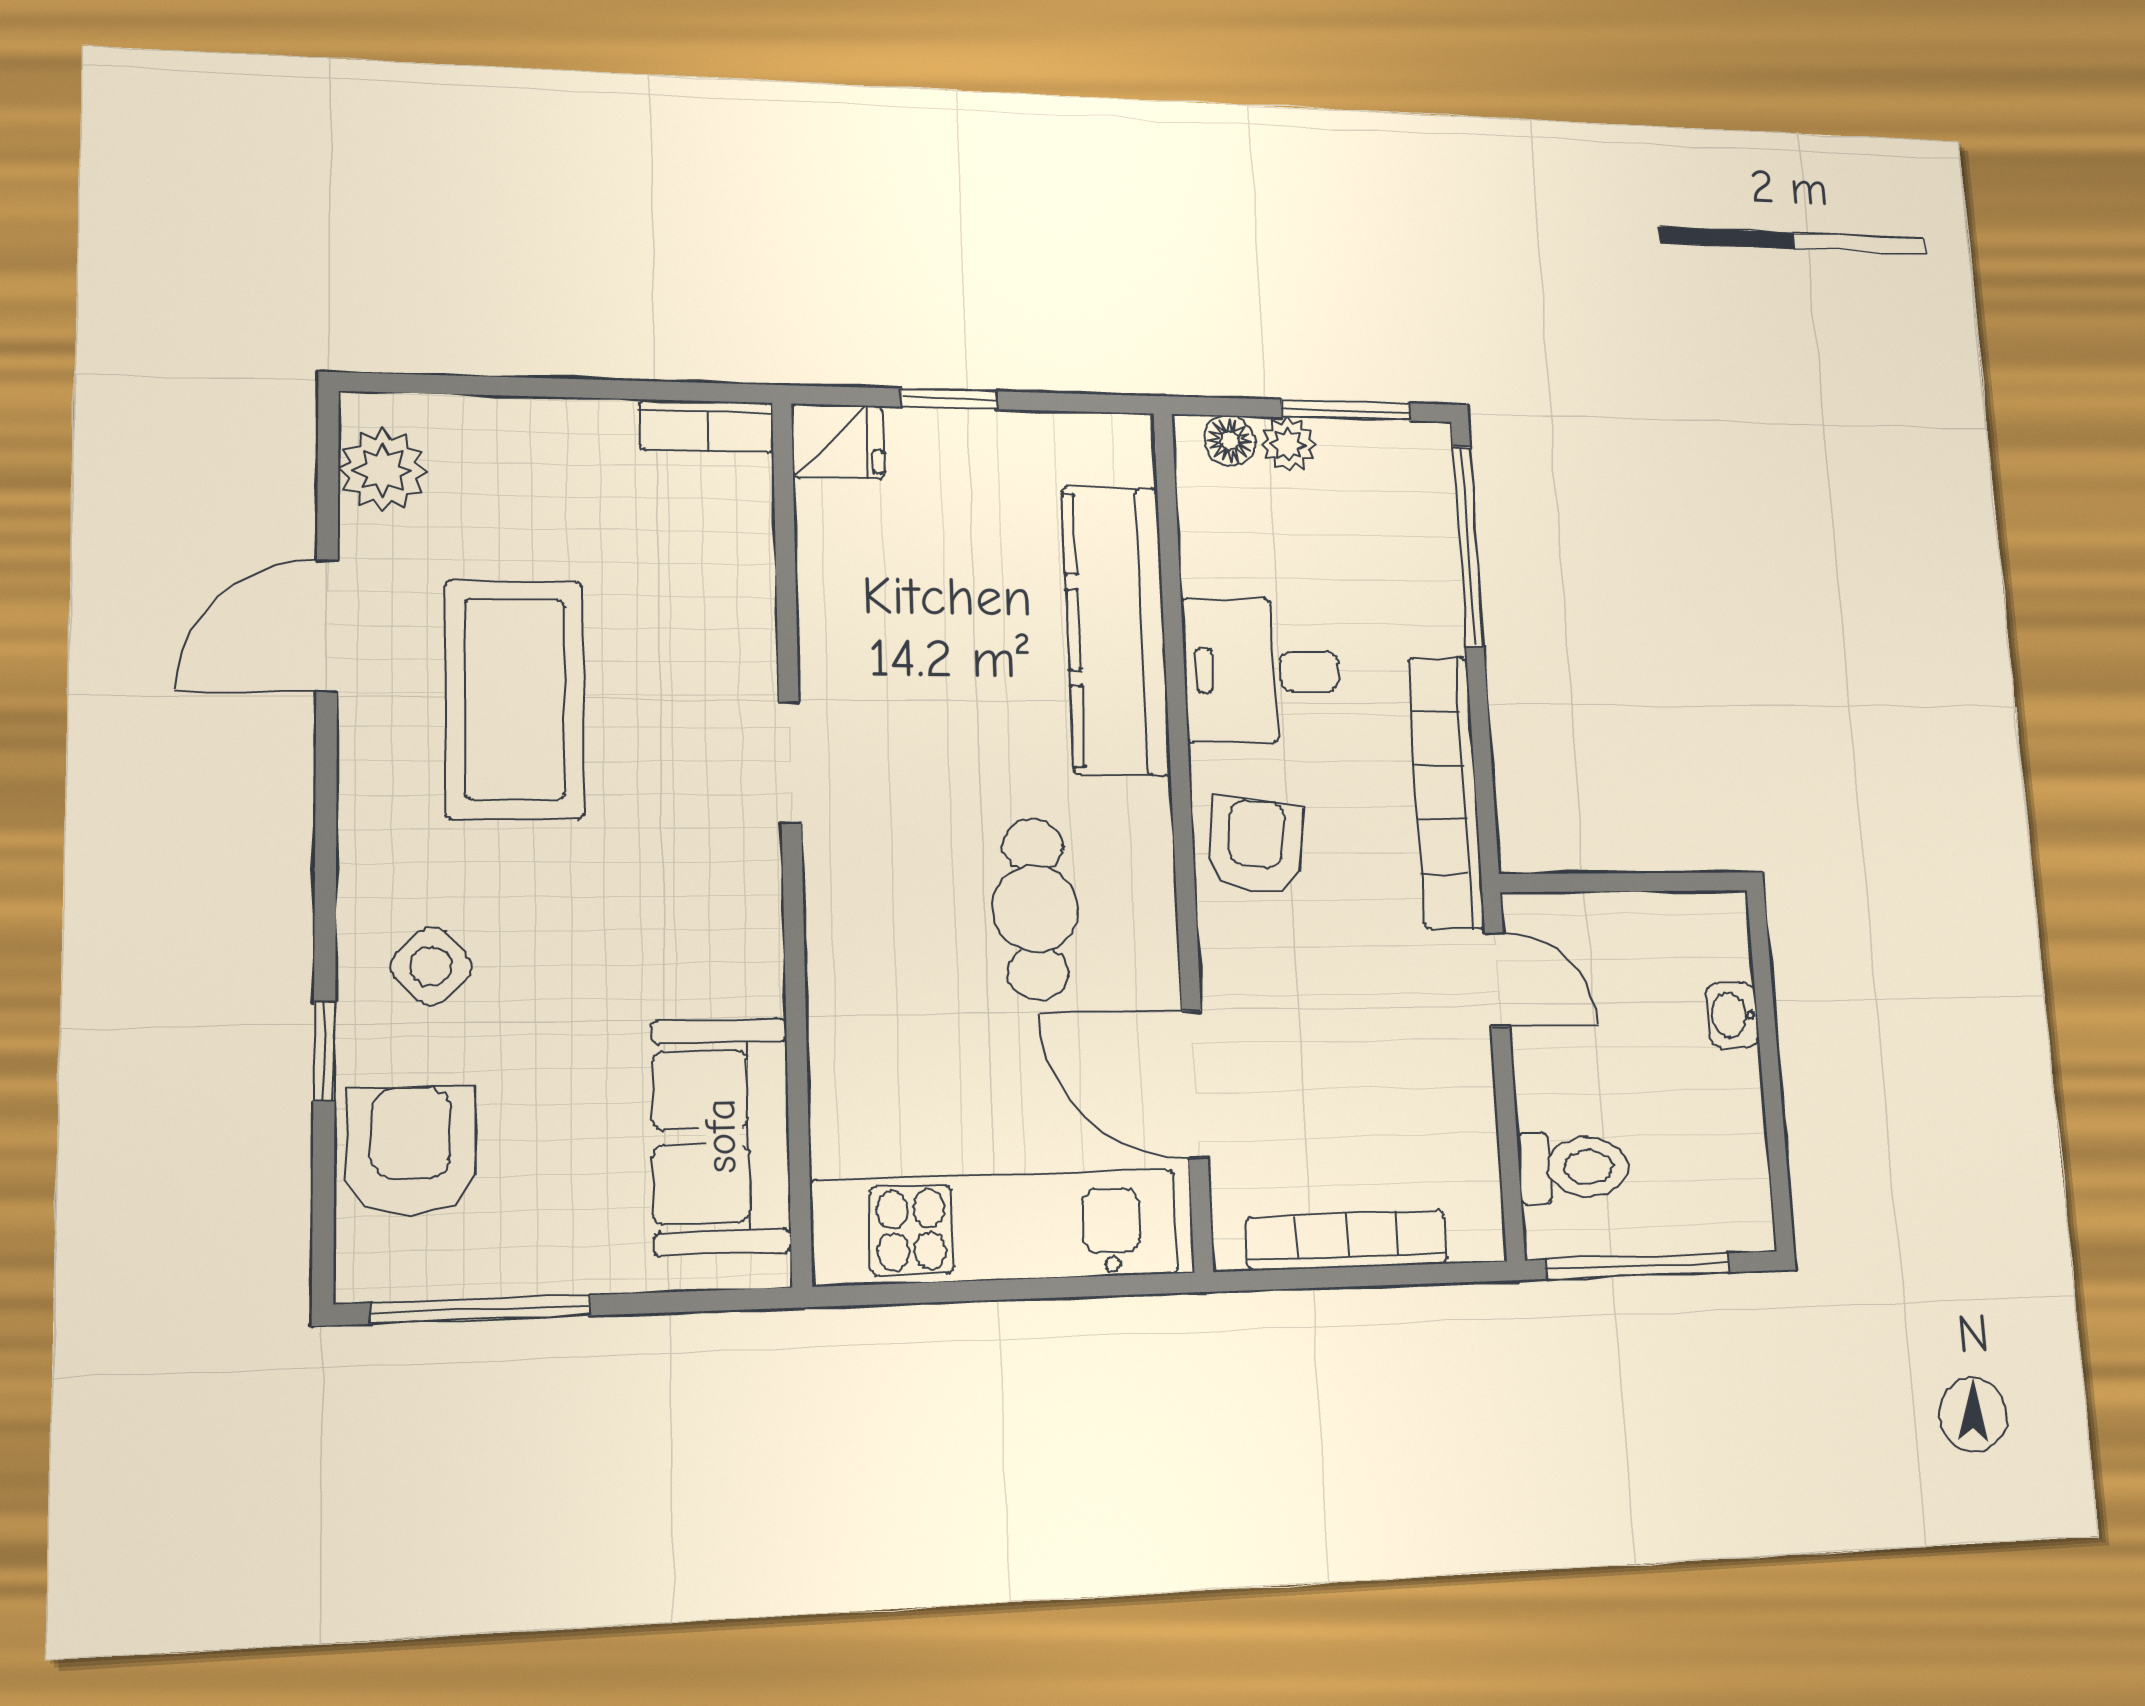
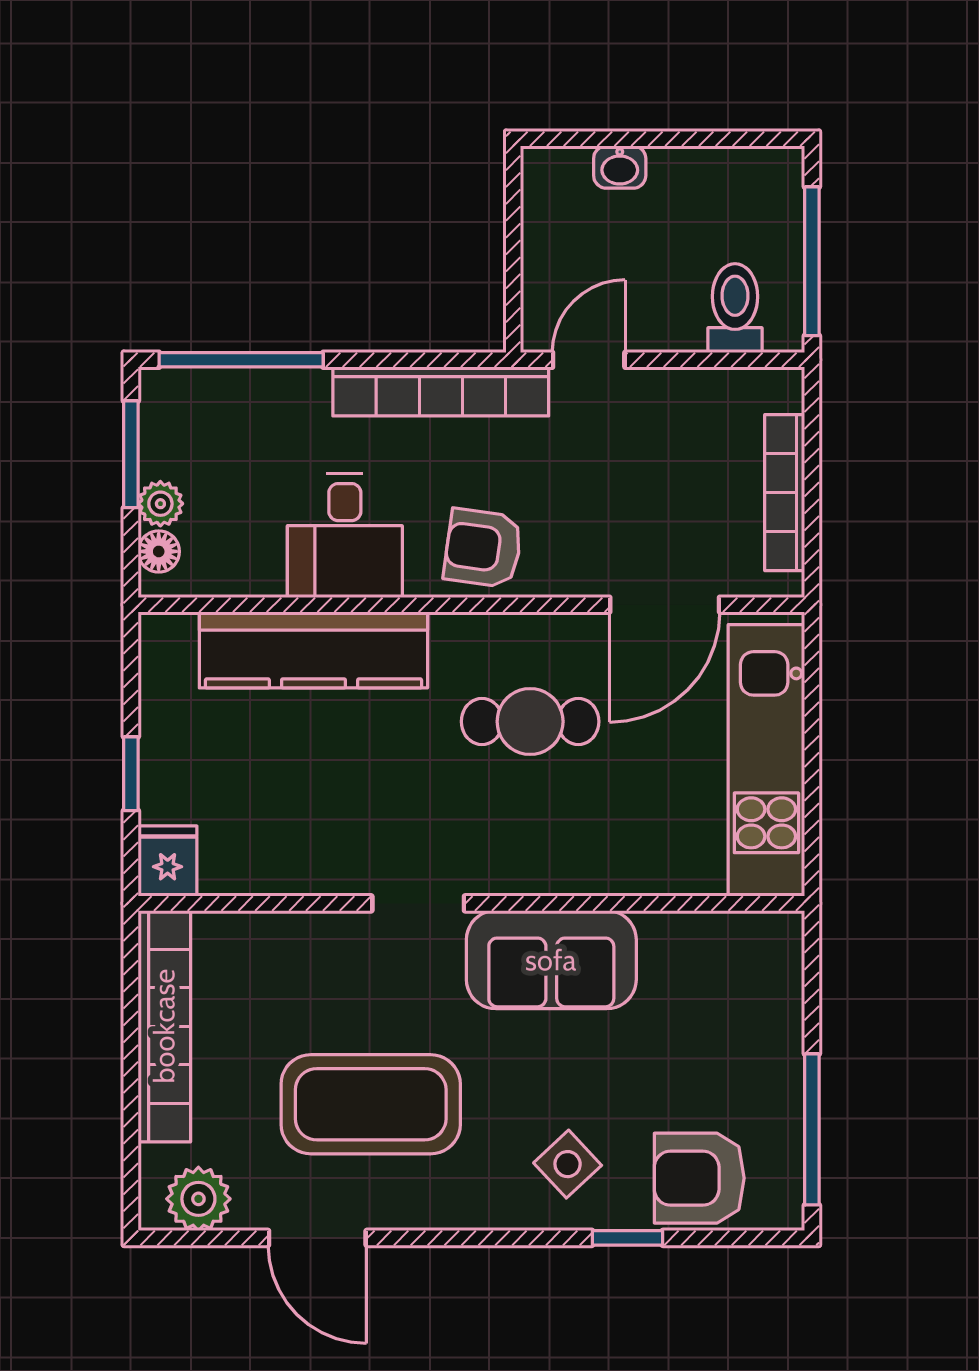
bookcase: (707, 426) -> (164, 1026), width x2.31, depth x1.31
sofa: (721, 1136) -> (551, 960), moved

